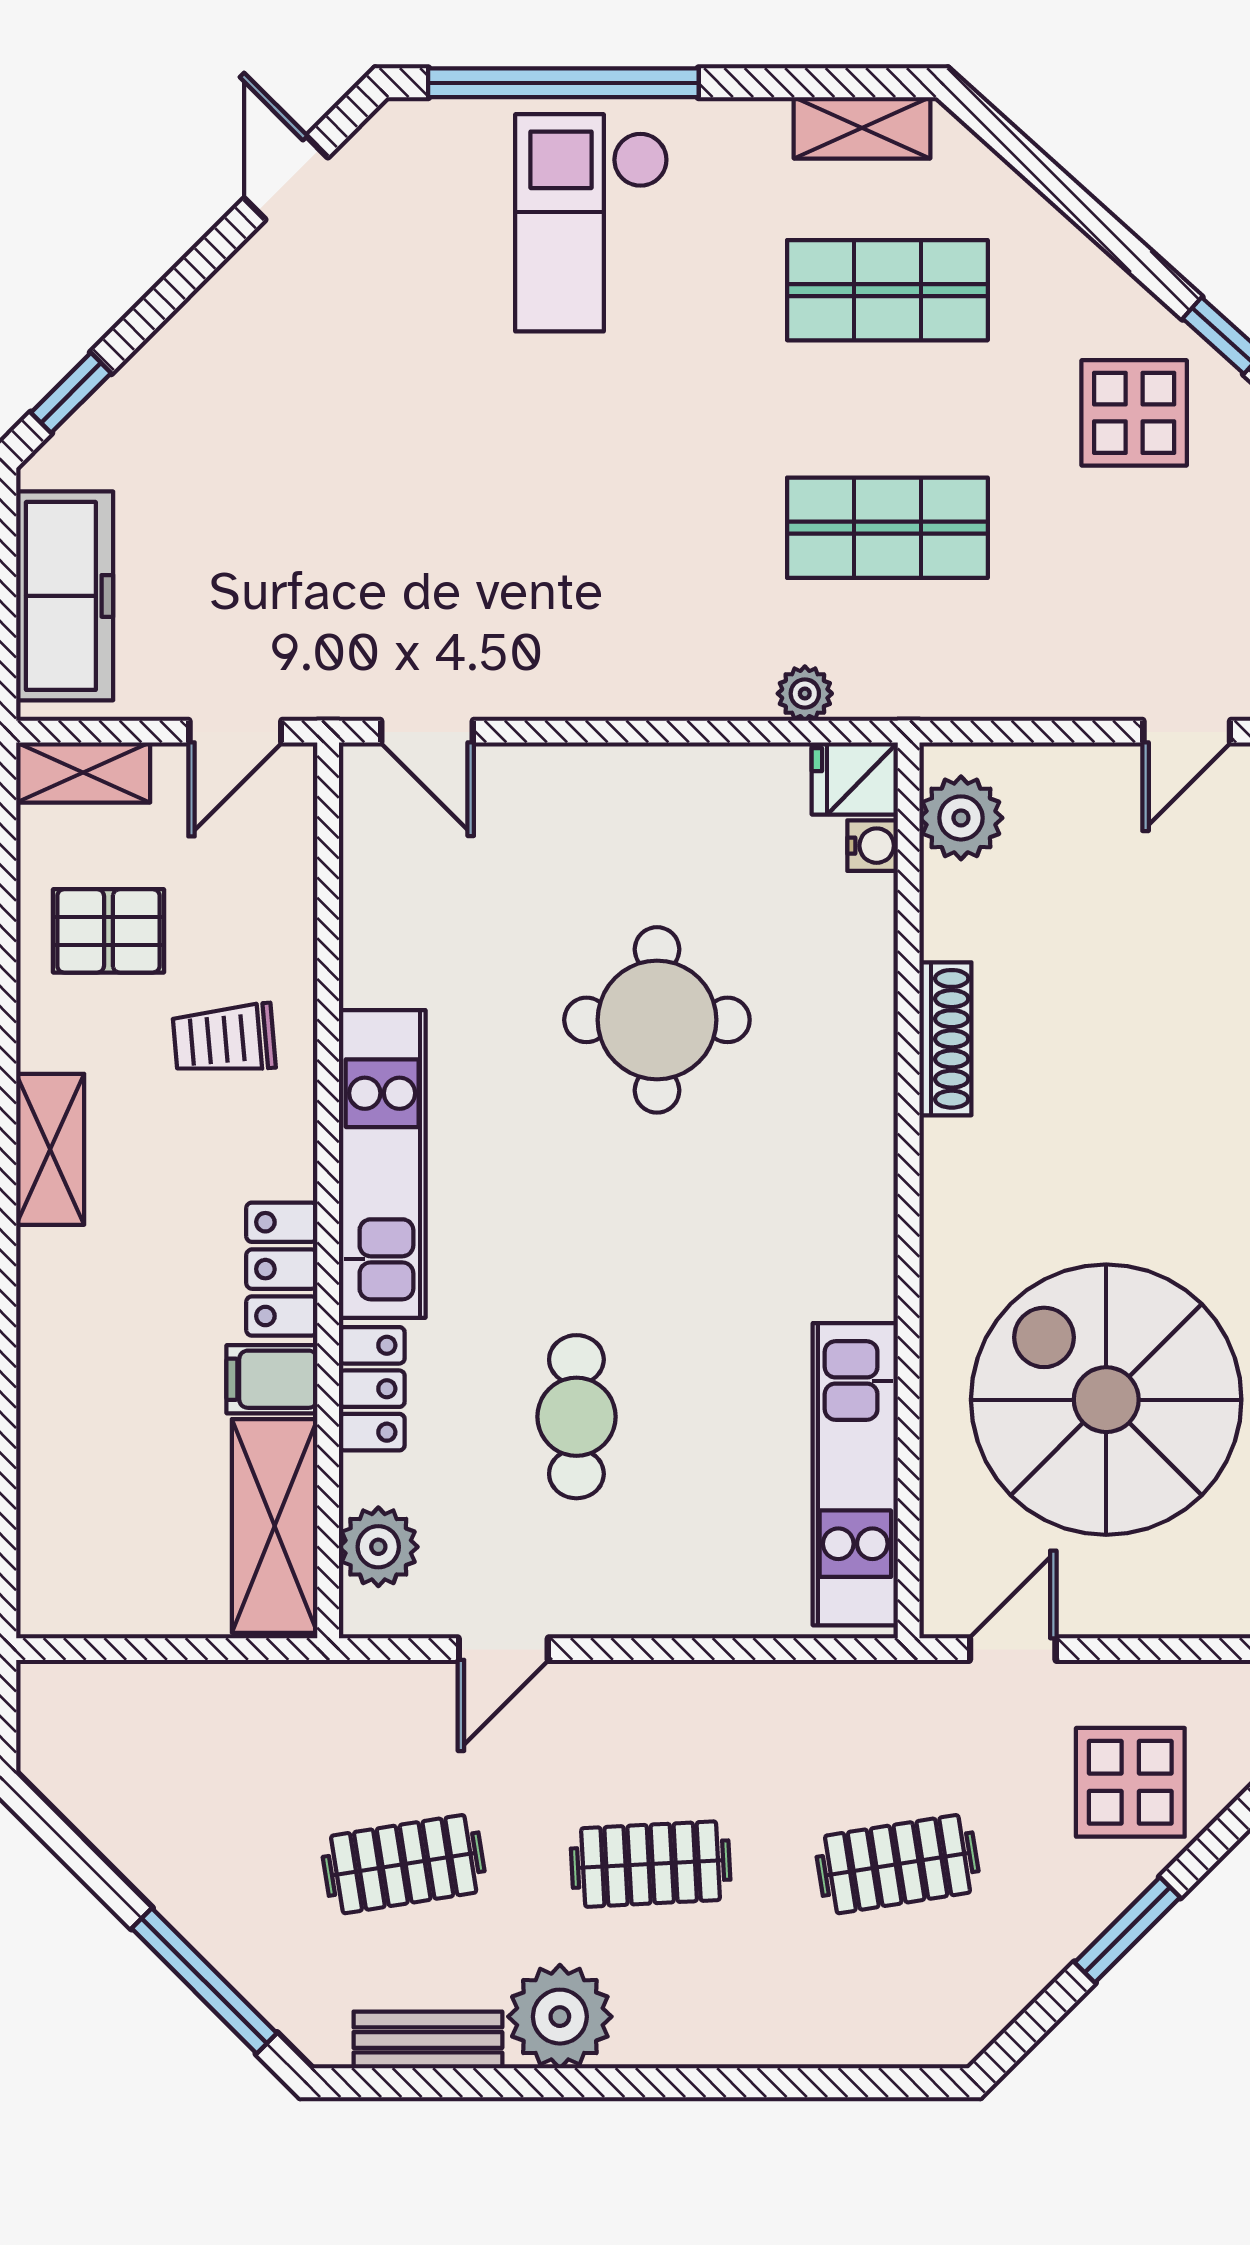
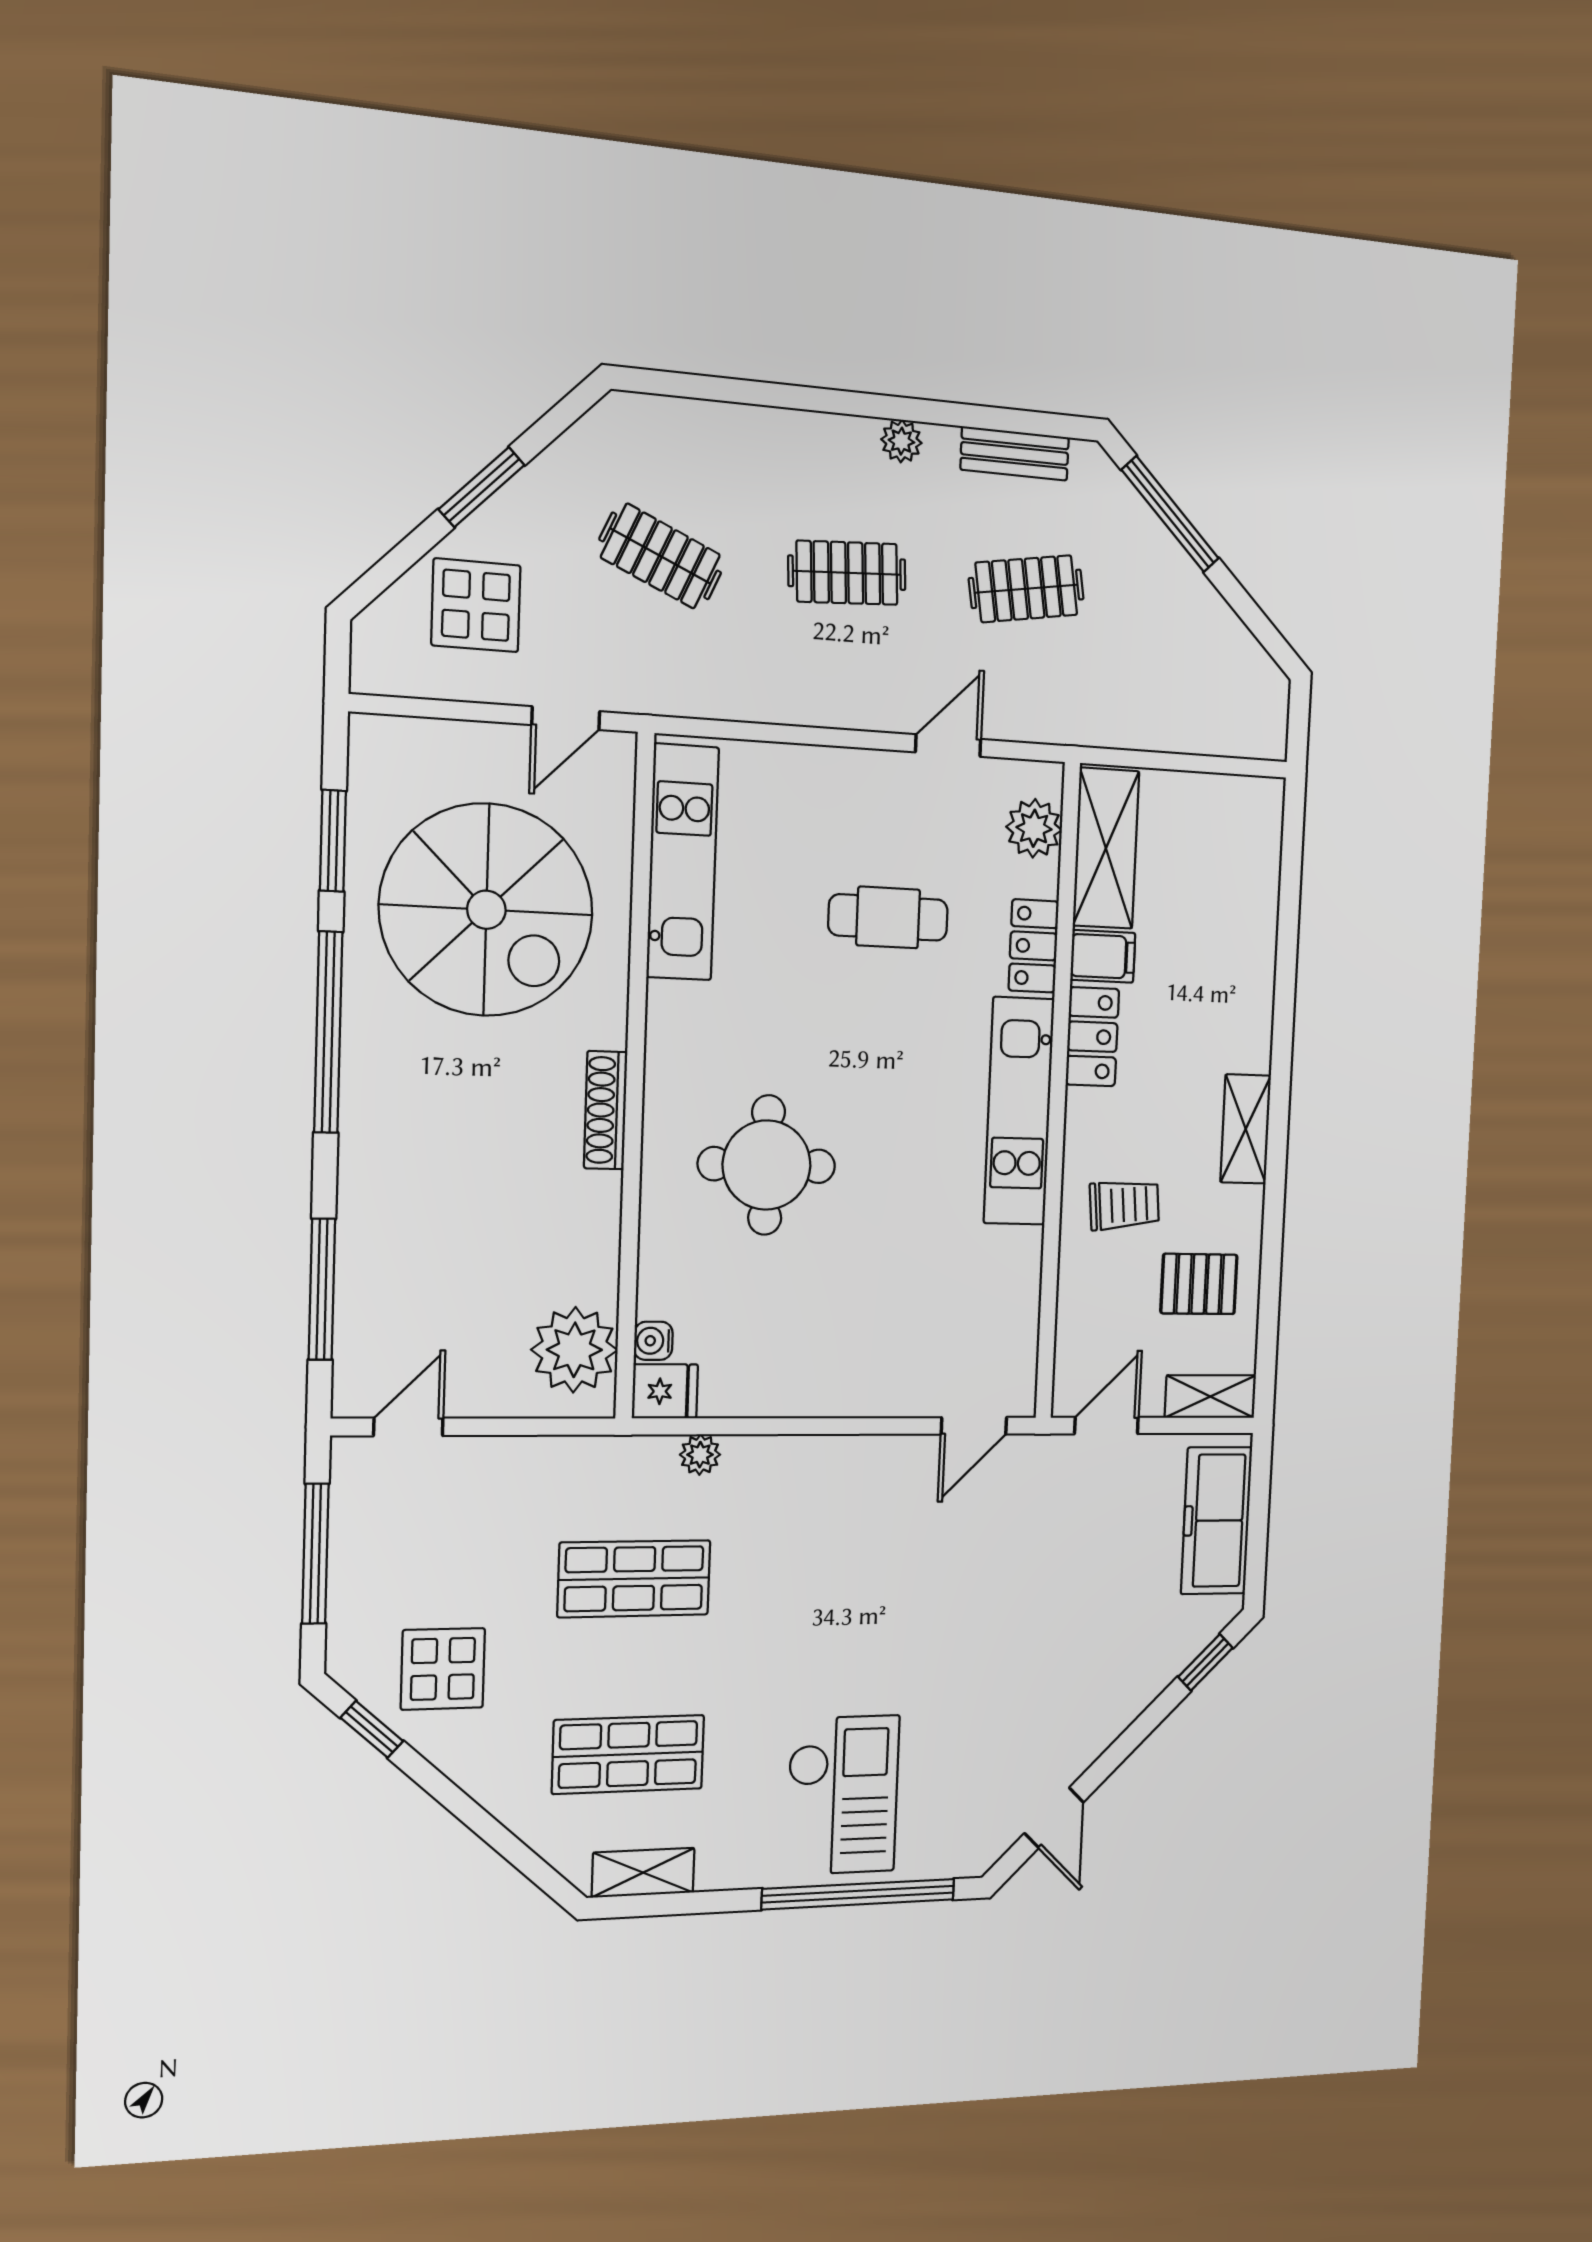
door: (427, 732) -> (974, 1426), swing flipped
plant: (961, 818) -> (574, 1350), width x1.36, depth x1.36
round table: (657, 1020) -> (767, 1165), moved
shoe rack: (945, 1039) -> (606, 1110), moved
cafe table: (576, 1417) -> (888, 917), turned 90
clothes rail: (898, 1864) -> (660, 556), turned 33
plant: (560, 2017) -> (901, 441), width x0.53, depth x0.53

